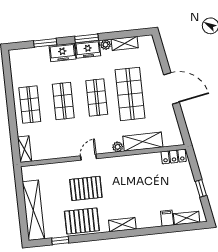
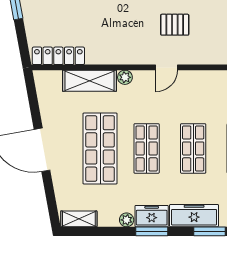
shelving: (125, 43) -> (79, 219), moved
freezer: (62, 52) -> (194, 216), width x1.40
locker: (174, 156) -> (58, 56), width x1.53
pallet: (86, 188) -> (175, 25), width x0.67, depth x0.71

